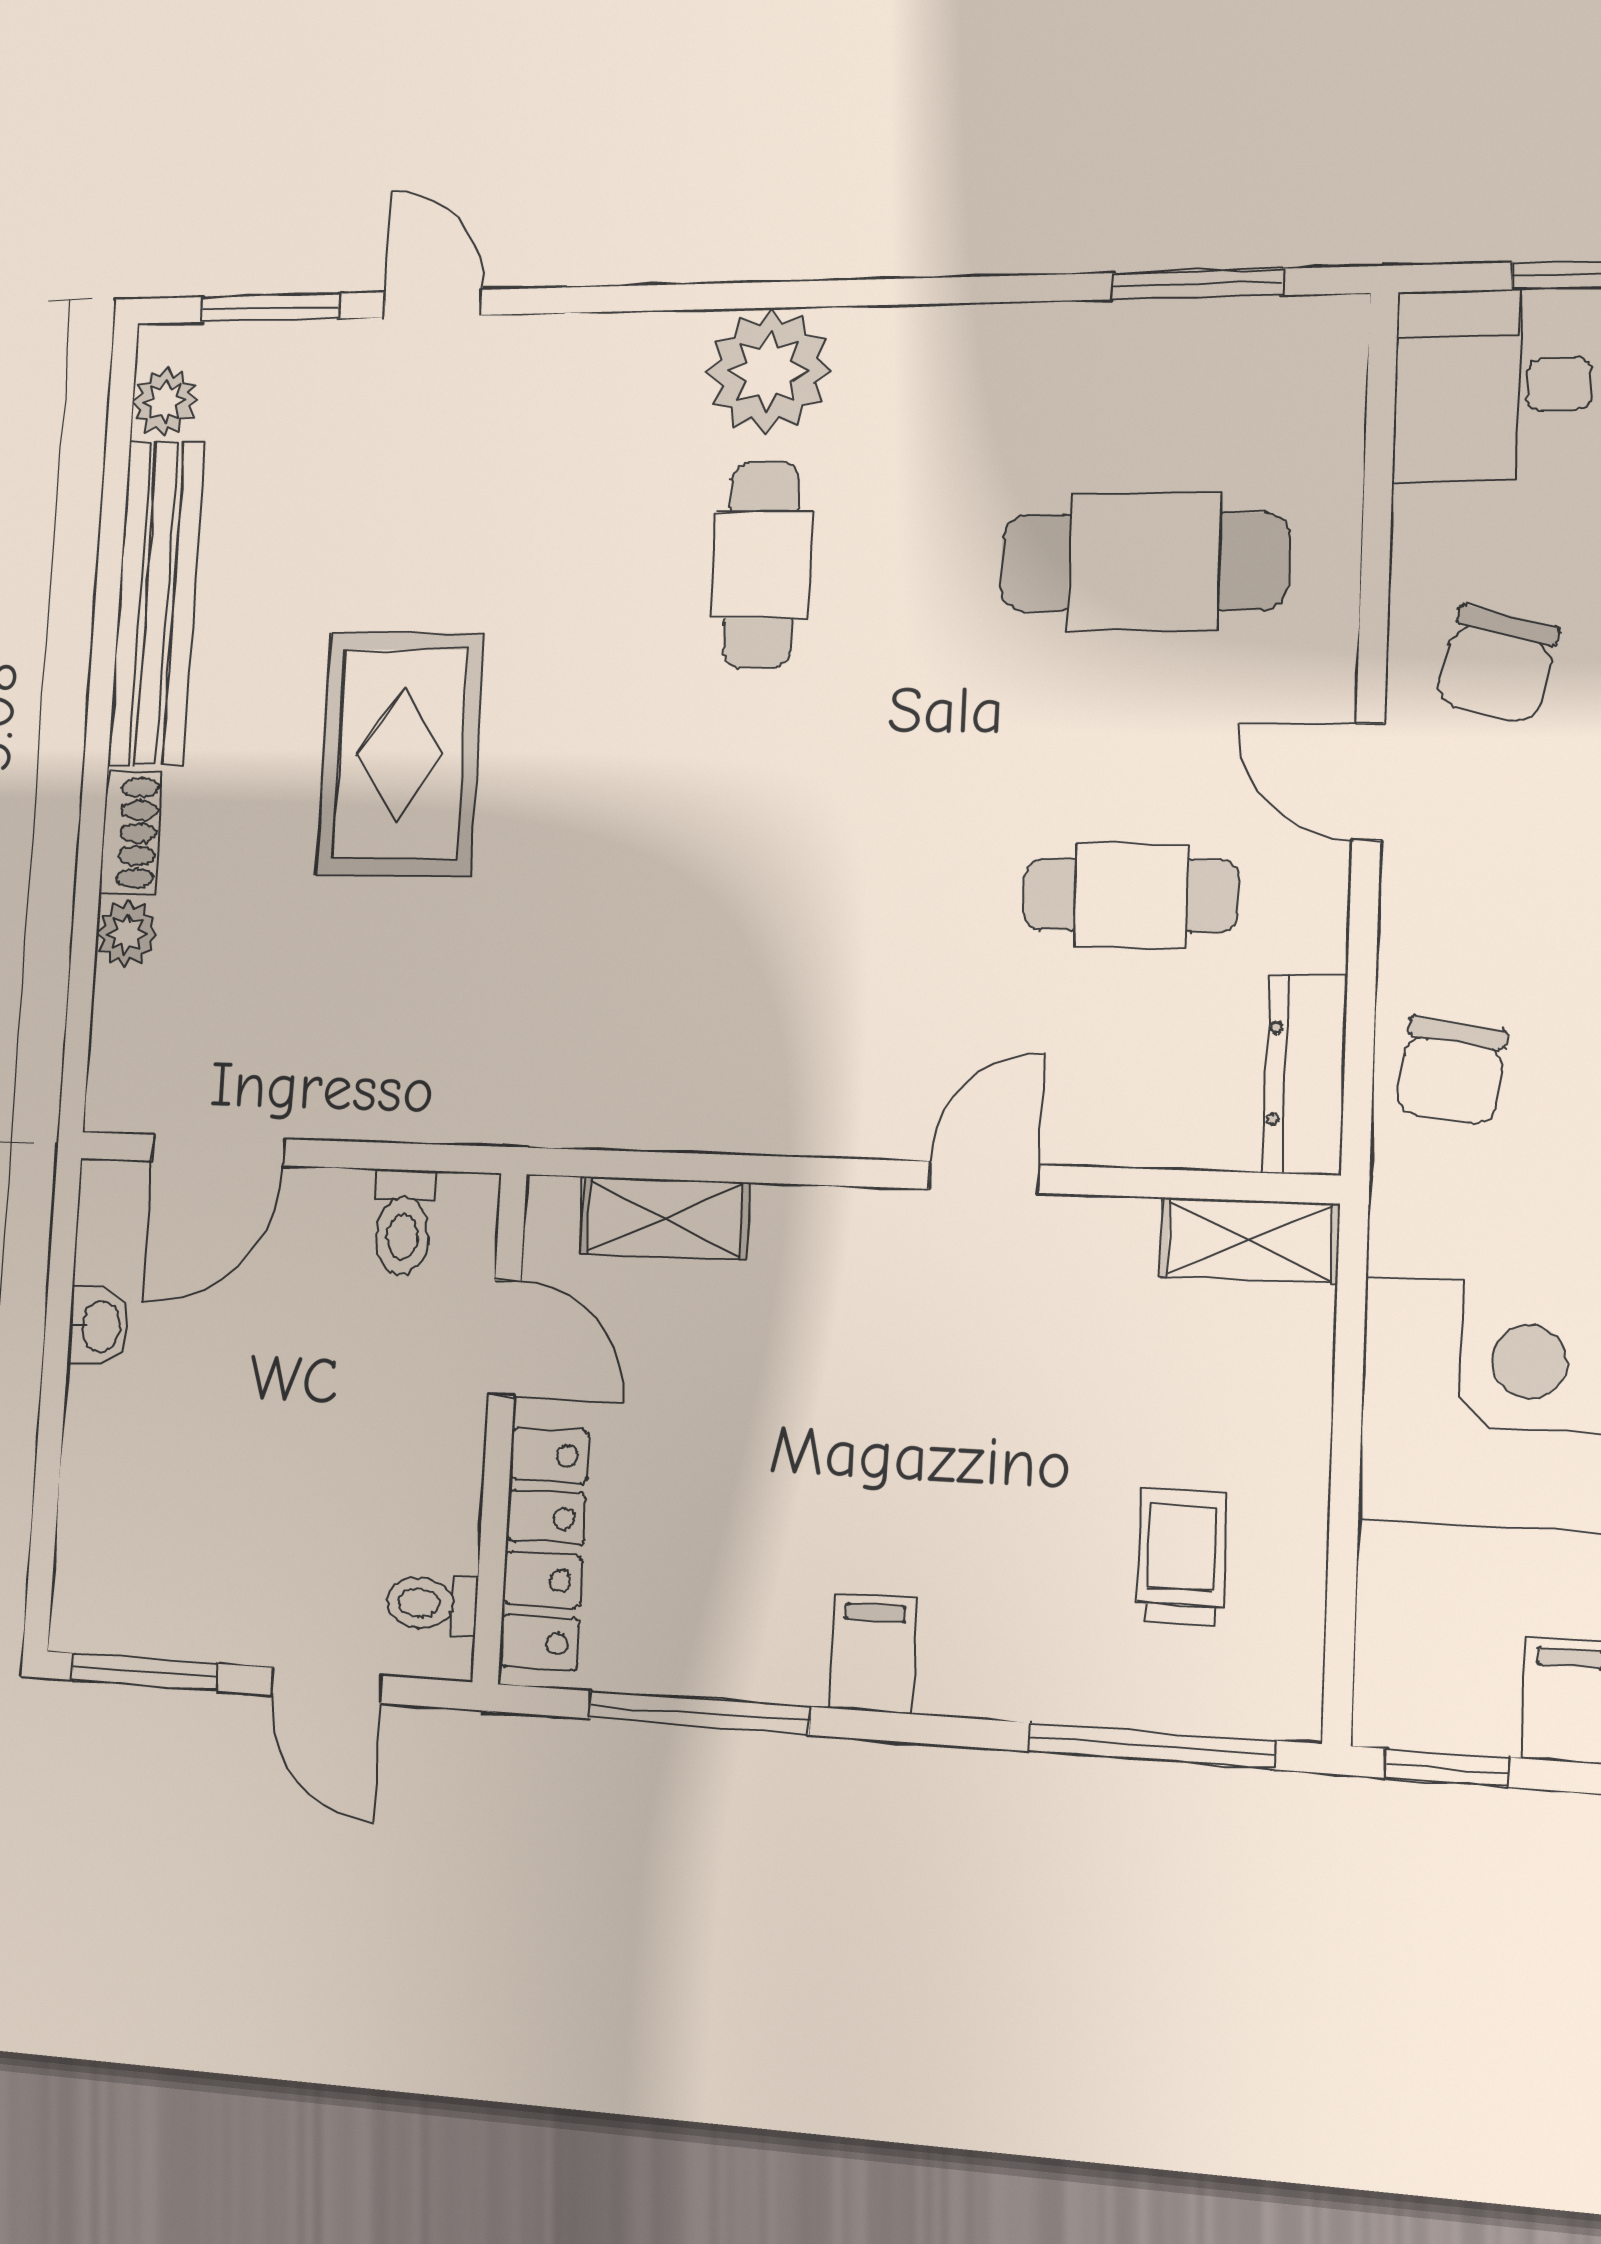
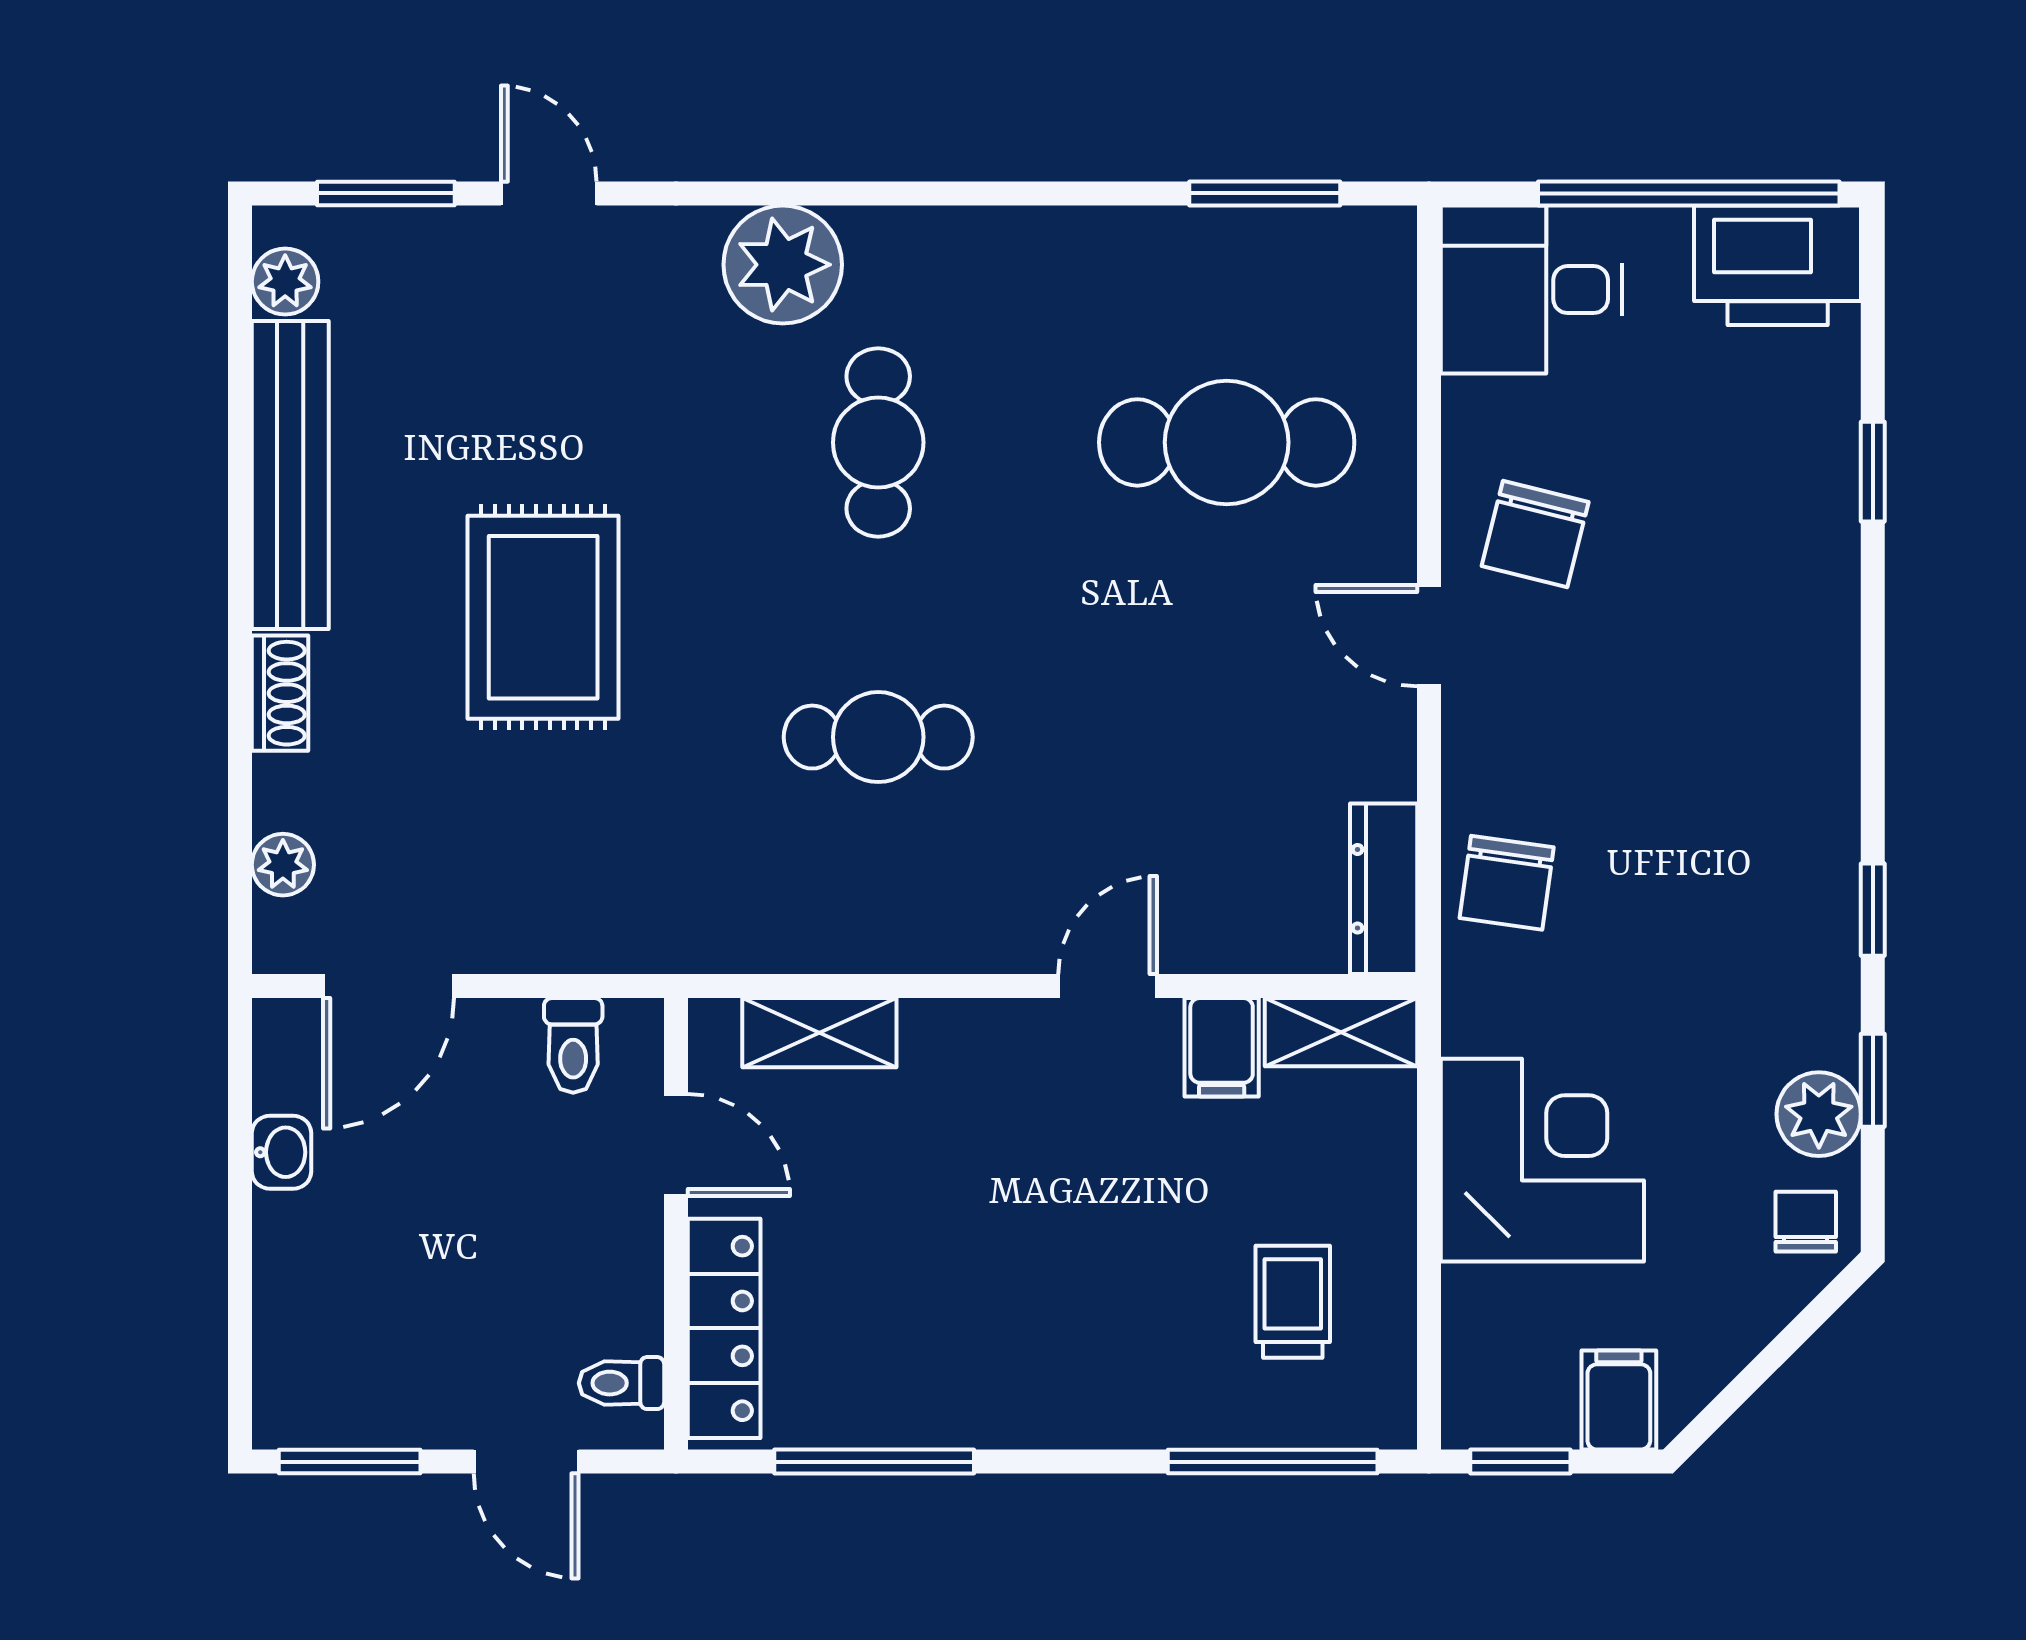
plant: (768, 371) -> (783, 265), moved
cafe table: (1131, 895) -> (878, 737), moved
plant: (127, 934) -> (283, 865), moved
filing cabinet: (873, 1653) -> (1222, 1047), moved, turned 180

